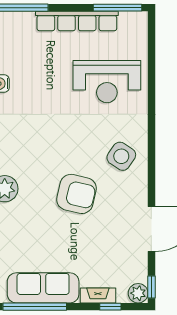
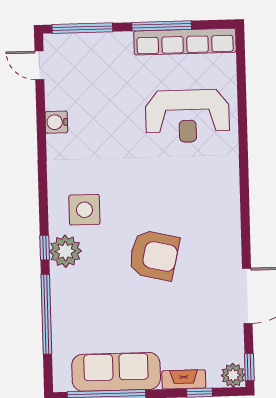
window: (118, 8) -> (162, 26), moved
row of seats: (77, 21) -> (185, 42), moved
side table: (121, 156) -> (84, 210), moved, turned -34

